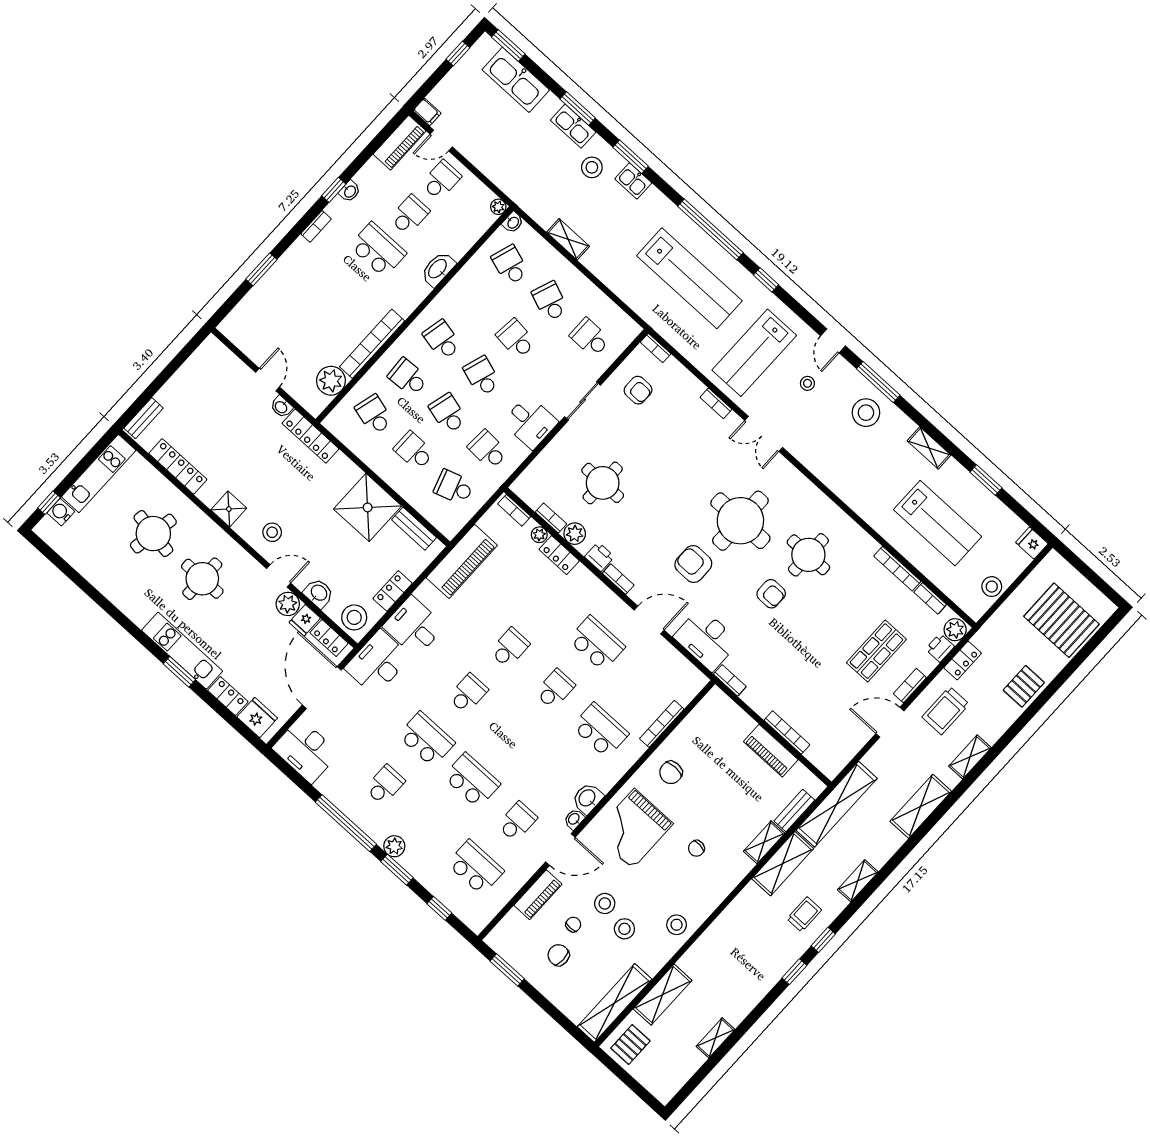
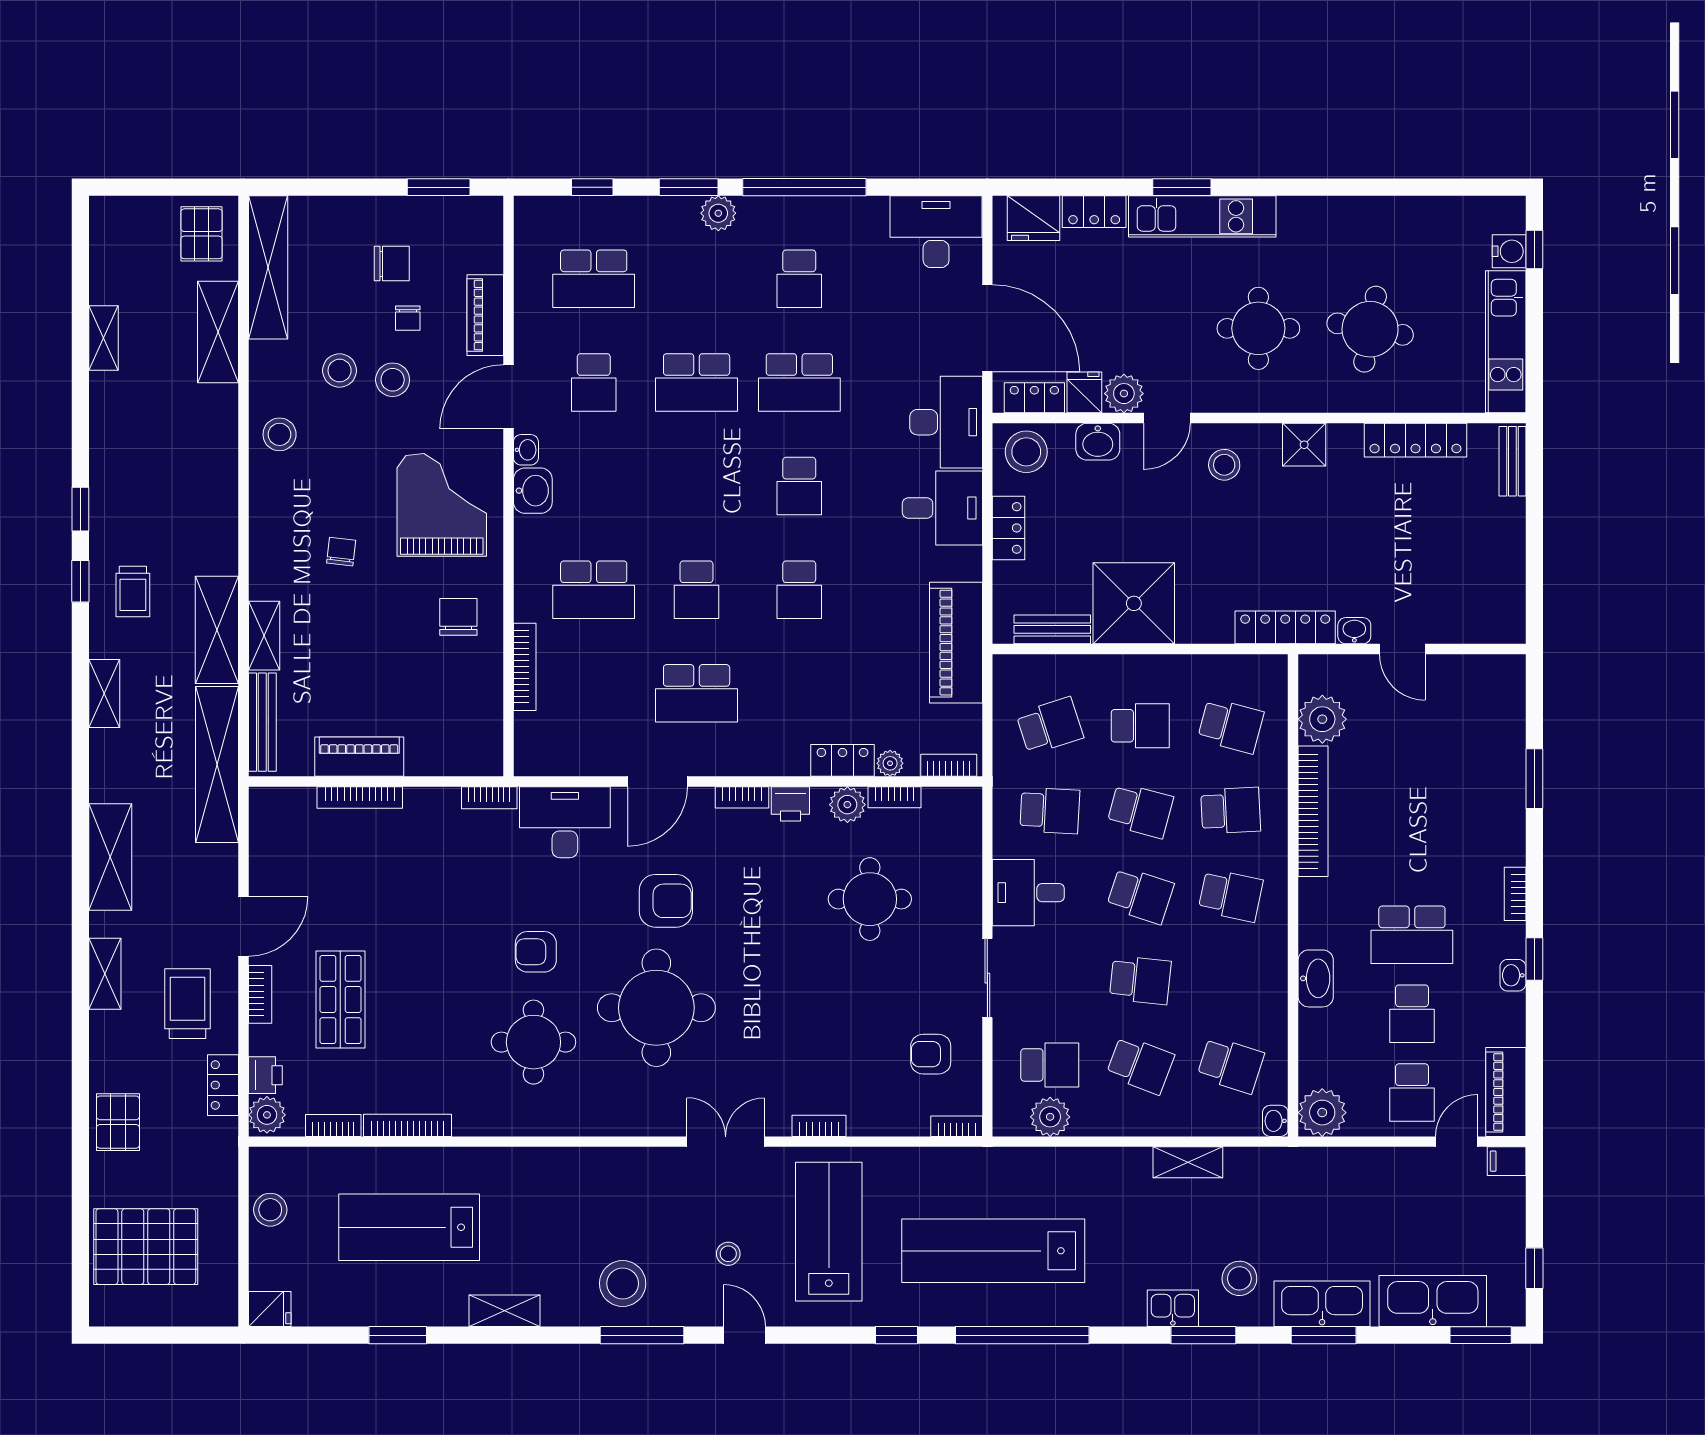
kitchen sink: (573, 126) -> (1322, 1304), width x1.36, depth x1.24
plant: (498, 207) -> (1322, 1113), width x1.87, depth x1.87
plant: (611, 315) -> (1050, 1117), added
bench: (794, 811) -> (262, 722), width x1.36

